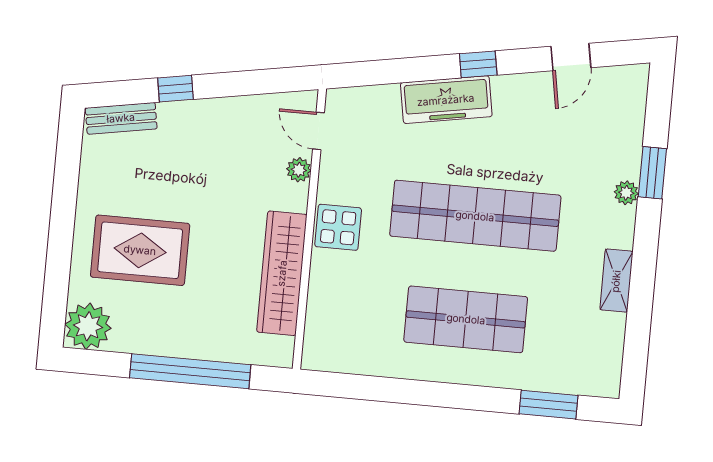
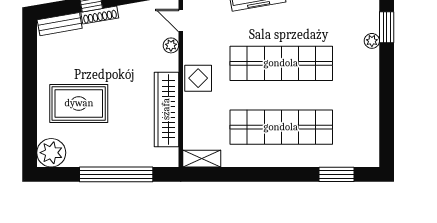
shoe rack: (188, 110) -> (100, 15), added
shelving: (616, 281) -> (202, 159), moved, turned 90
shop shelf: (466, 319) -> (281, 127), width x1.40

